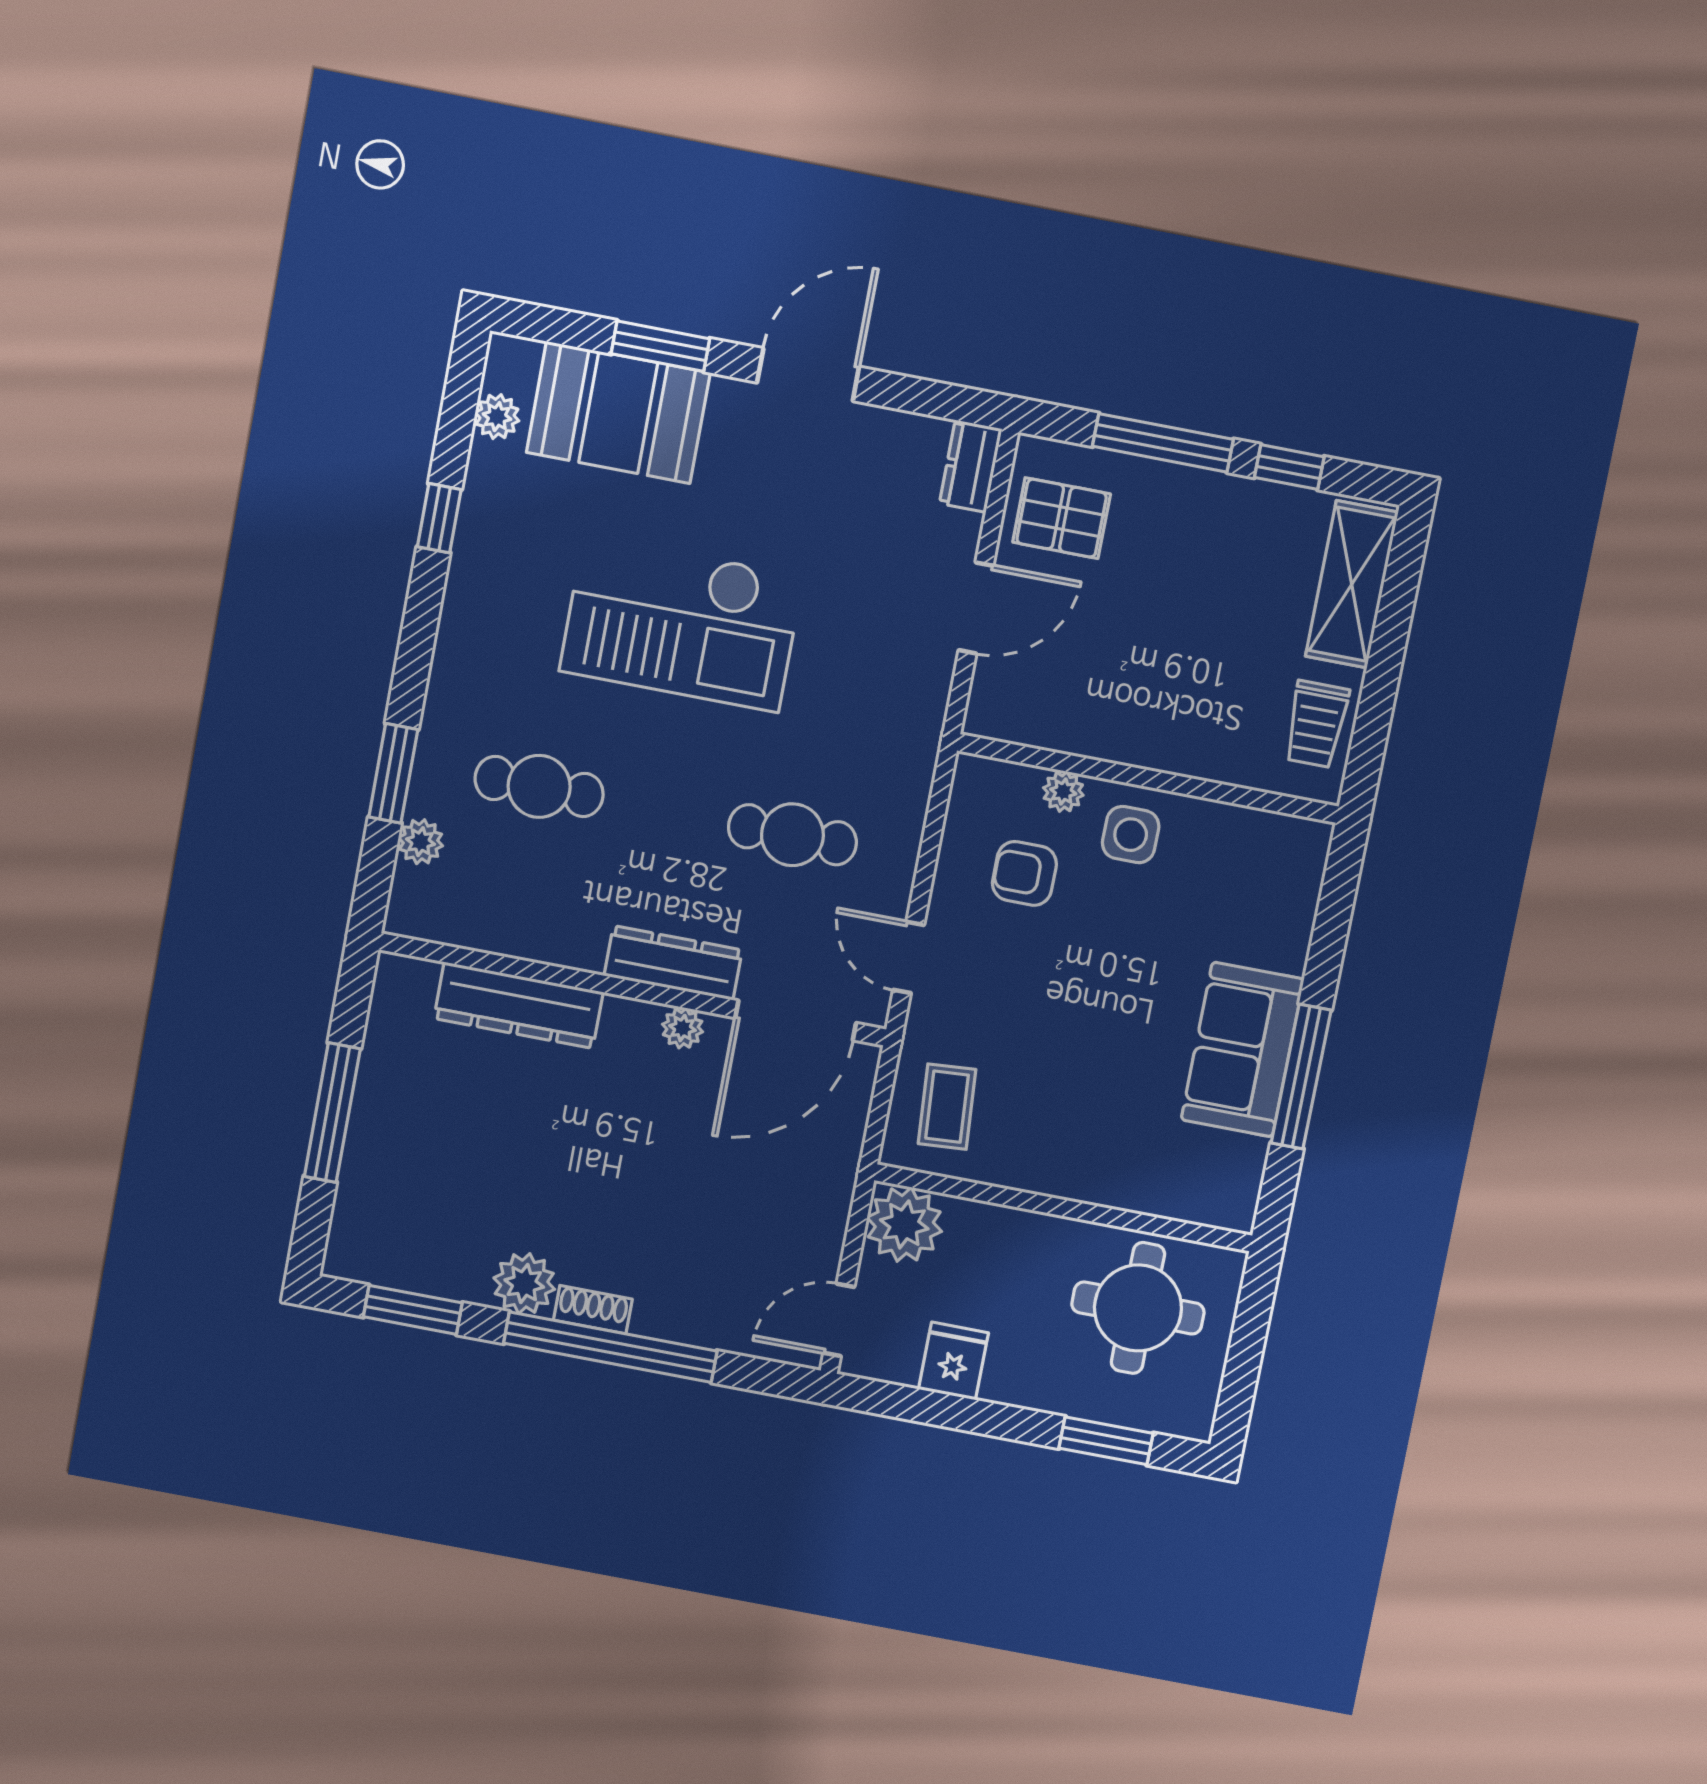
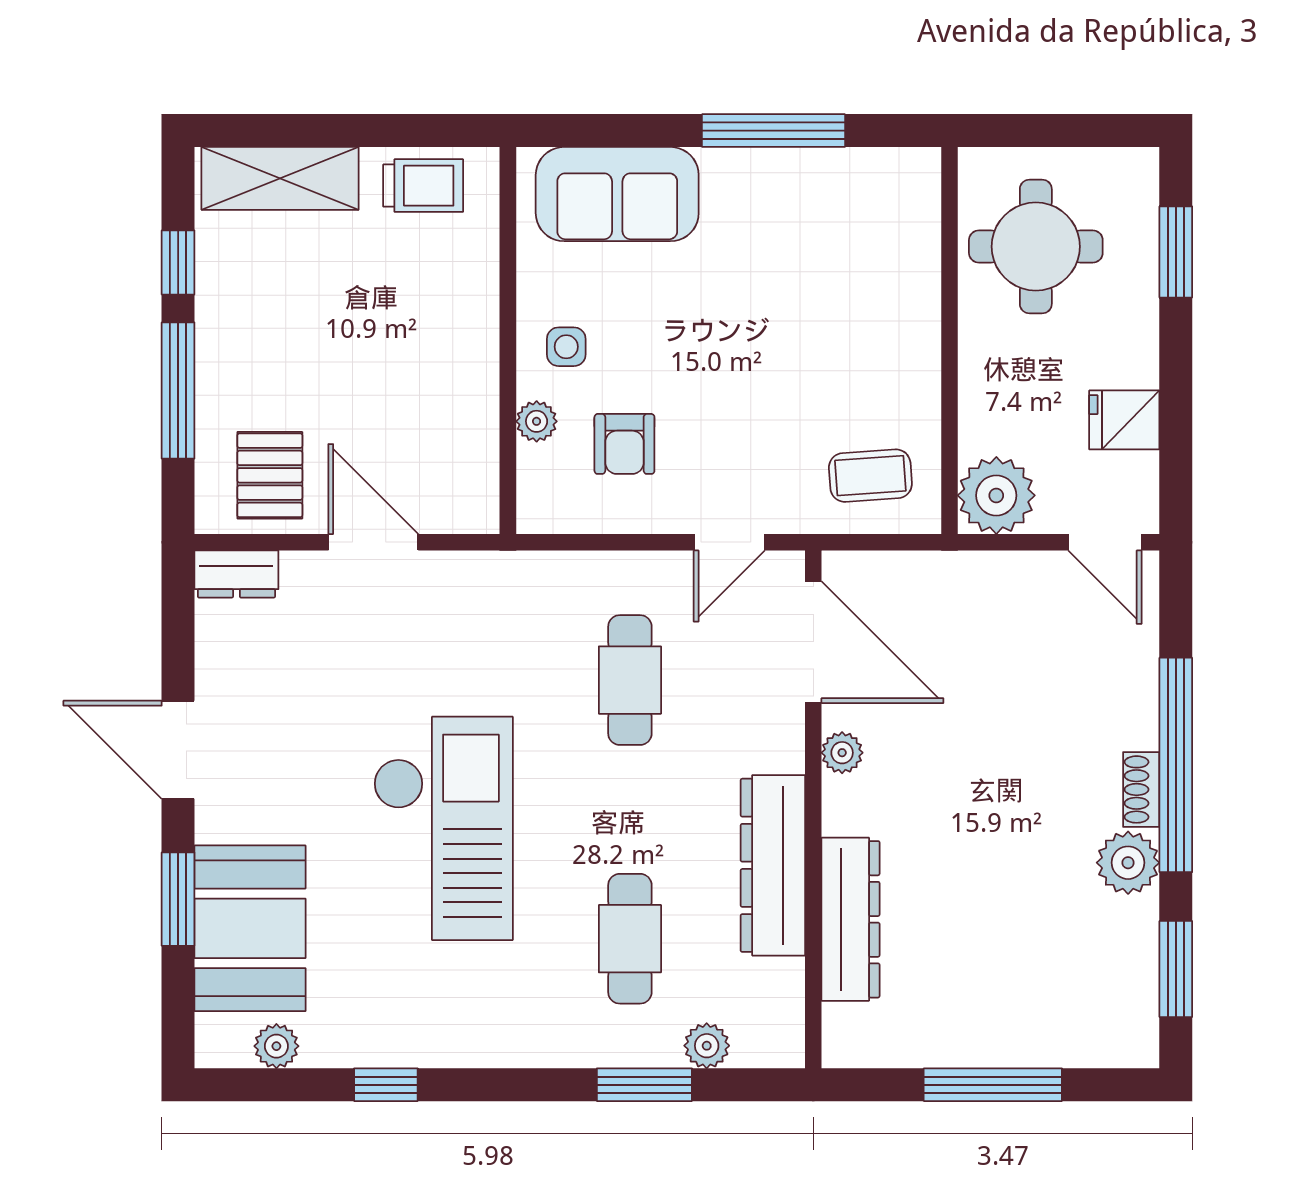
side table: (1131, 835) -> (566, 347), width x0.73, depth x0.73
dresser: (673, 963) -> (773, 865), moved, width x1.37, depth x1.24
sofa: (1242, 1050) -> (617, 194), moved

